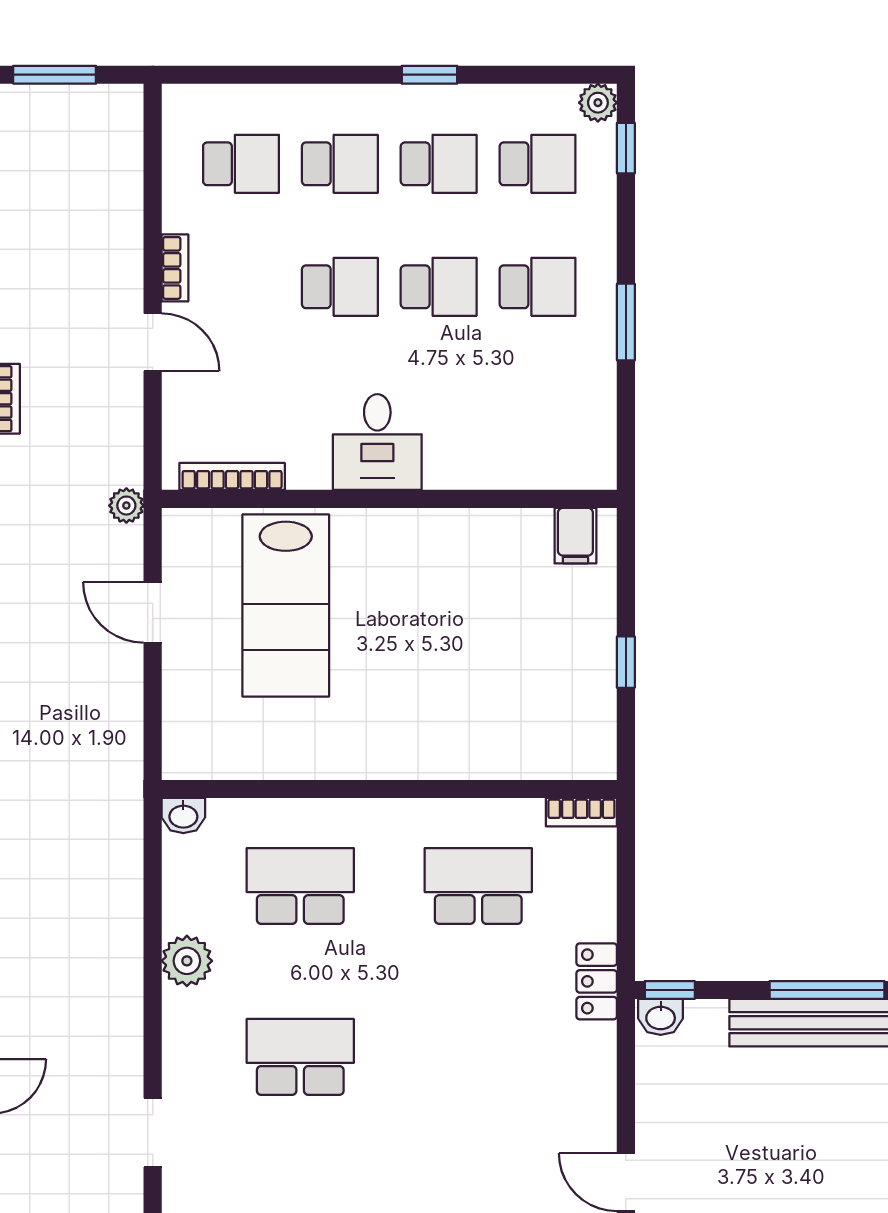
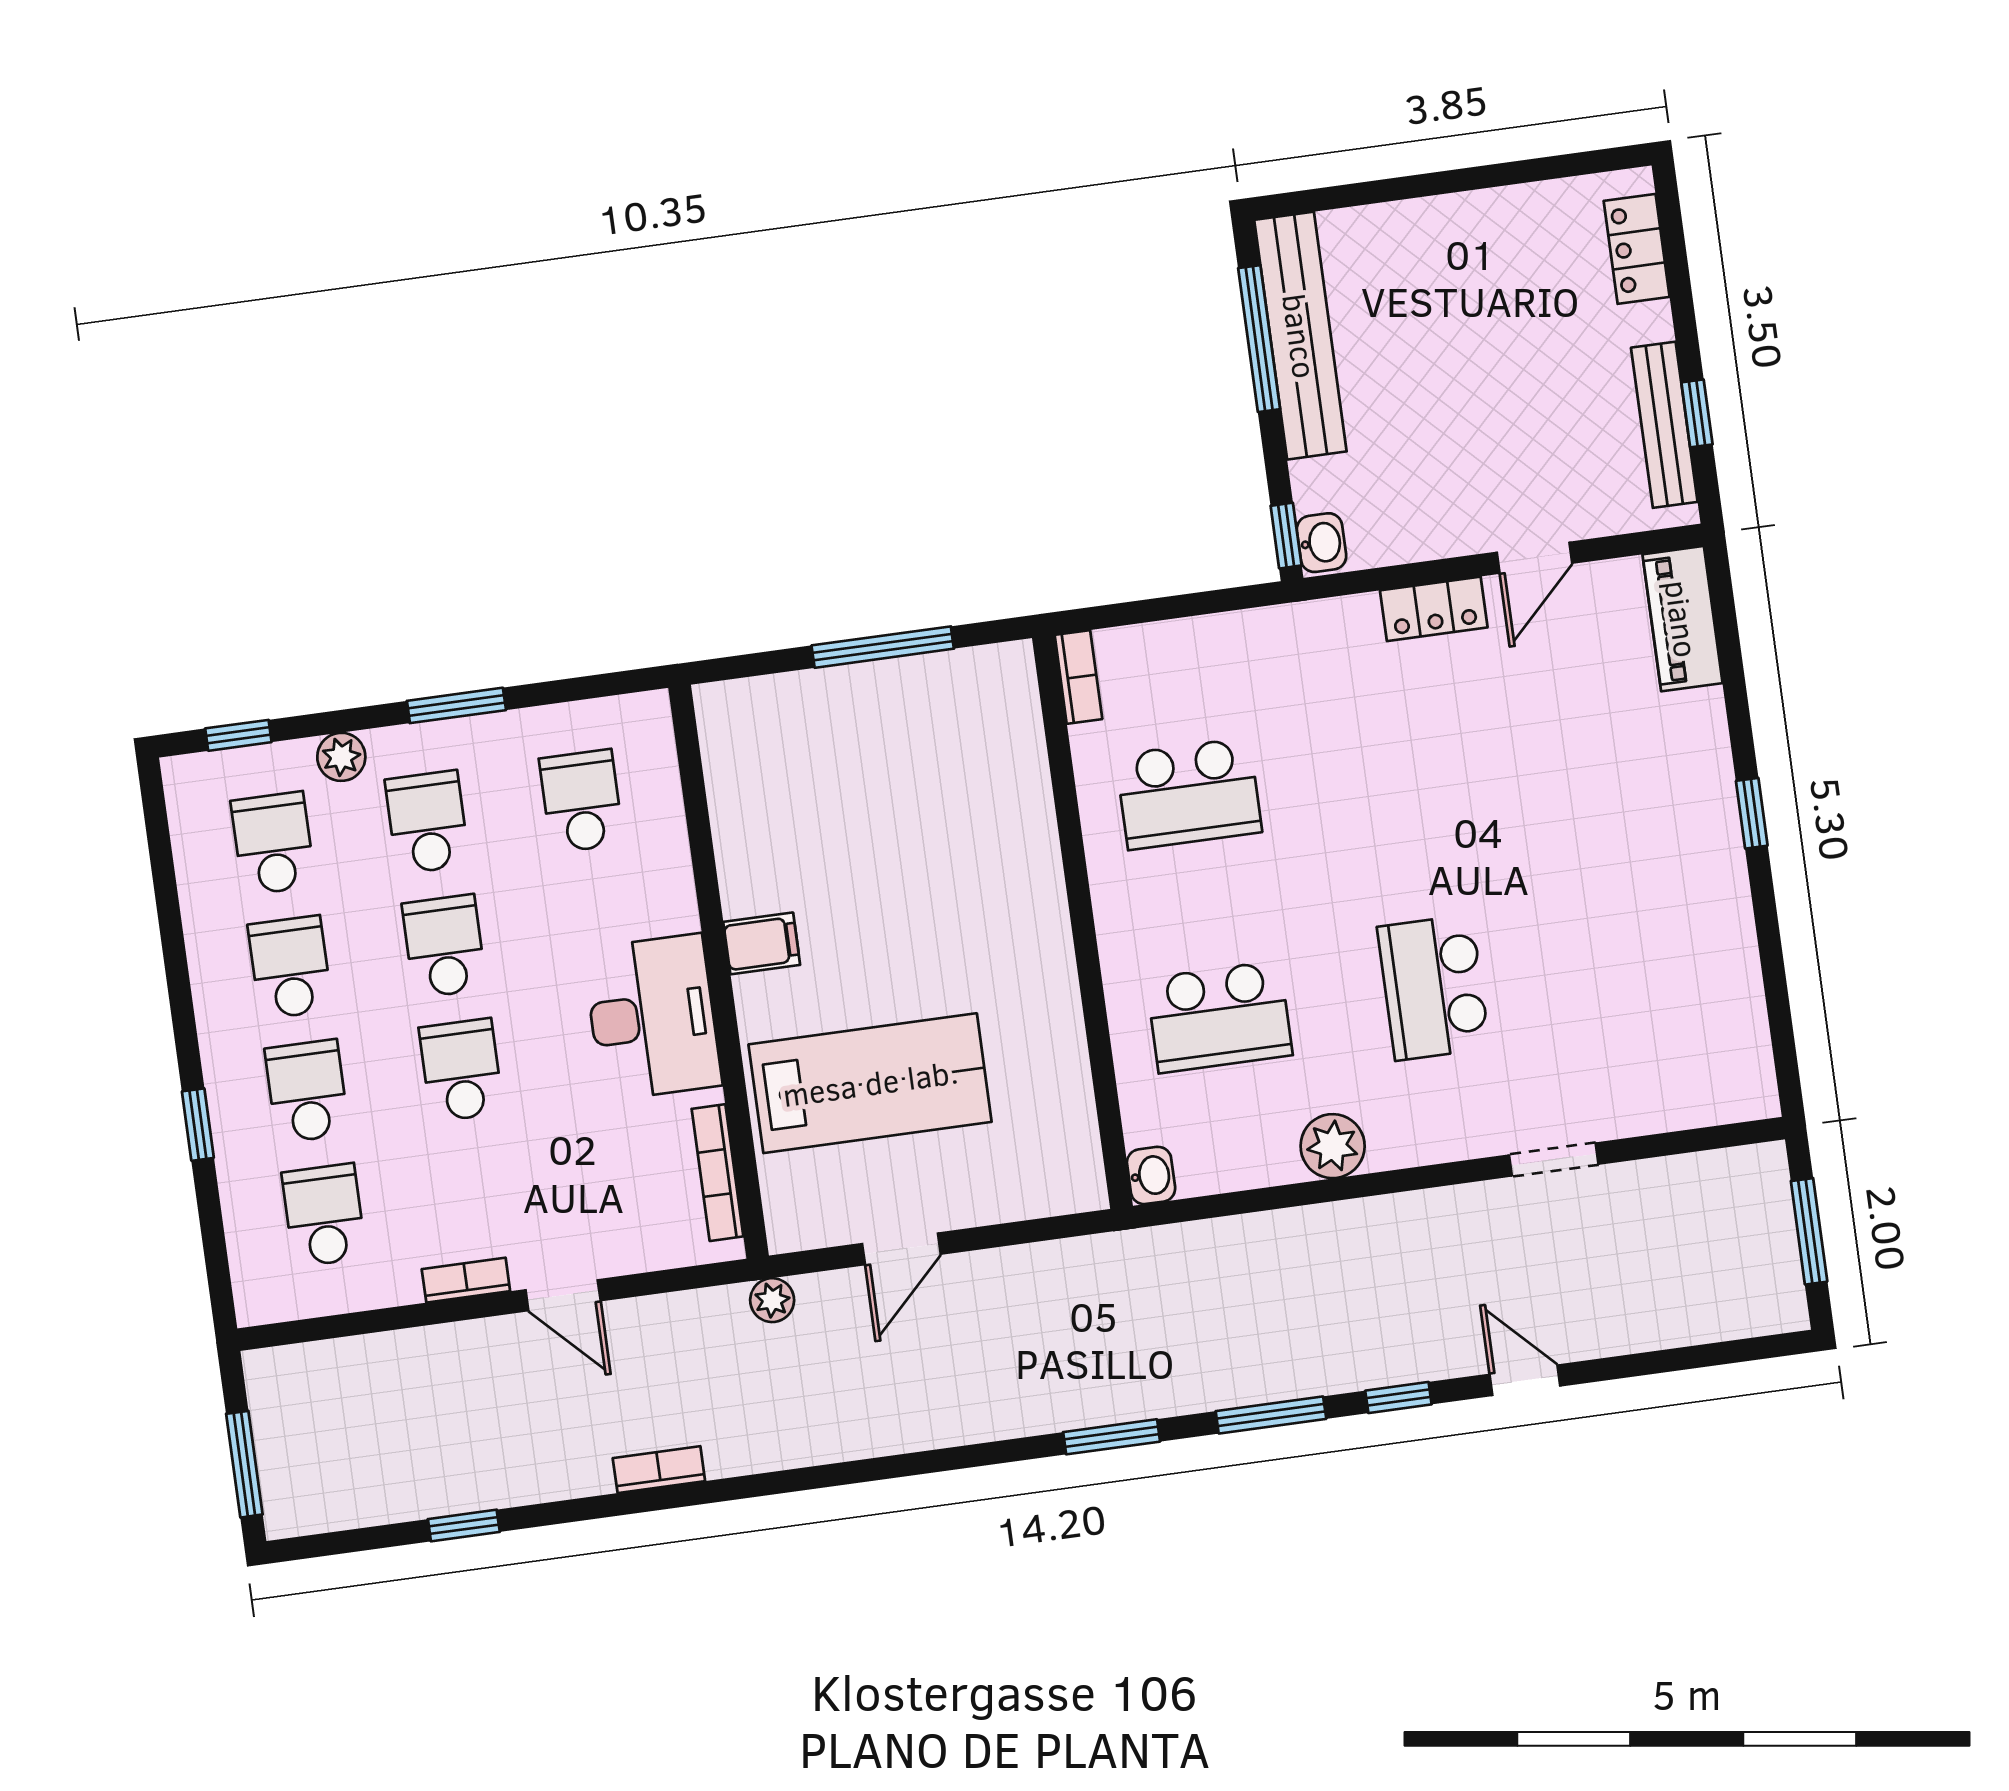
window: (430, 75) -> (198, 1125), moved
plant: (598, 103) -> (341, 757), moved
door: (153, 342) -> (563, 1295), swing flipped
school desk: (538, 410) -> (581, 801), added
desk: (377, 442) -> (652, 1017), width x1.37
filing cabinet: (575, 536) -> (762, 943), moved
window: (626, 662) -> (883, 647), width x2.17
school desk: (300, 886) -> (1219, 1017), turned -90
school desk: (478, 886) -> (1189, 794), turned -90
locker: (597, 981) -> (1434, 609), moved

